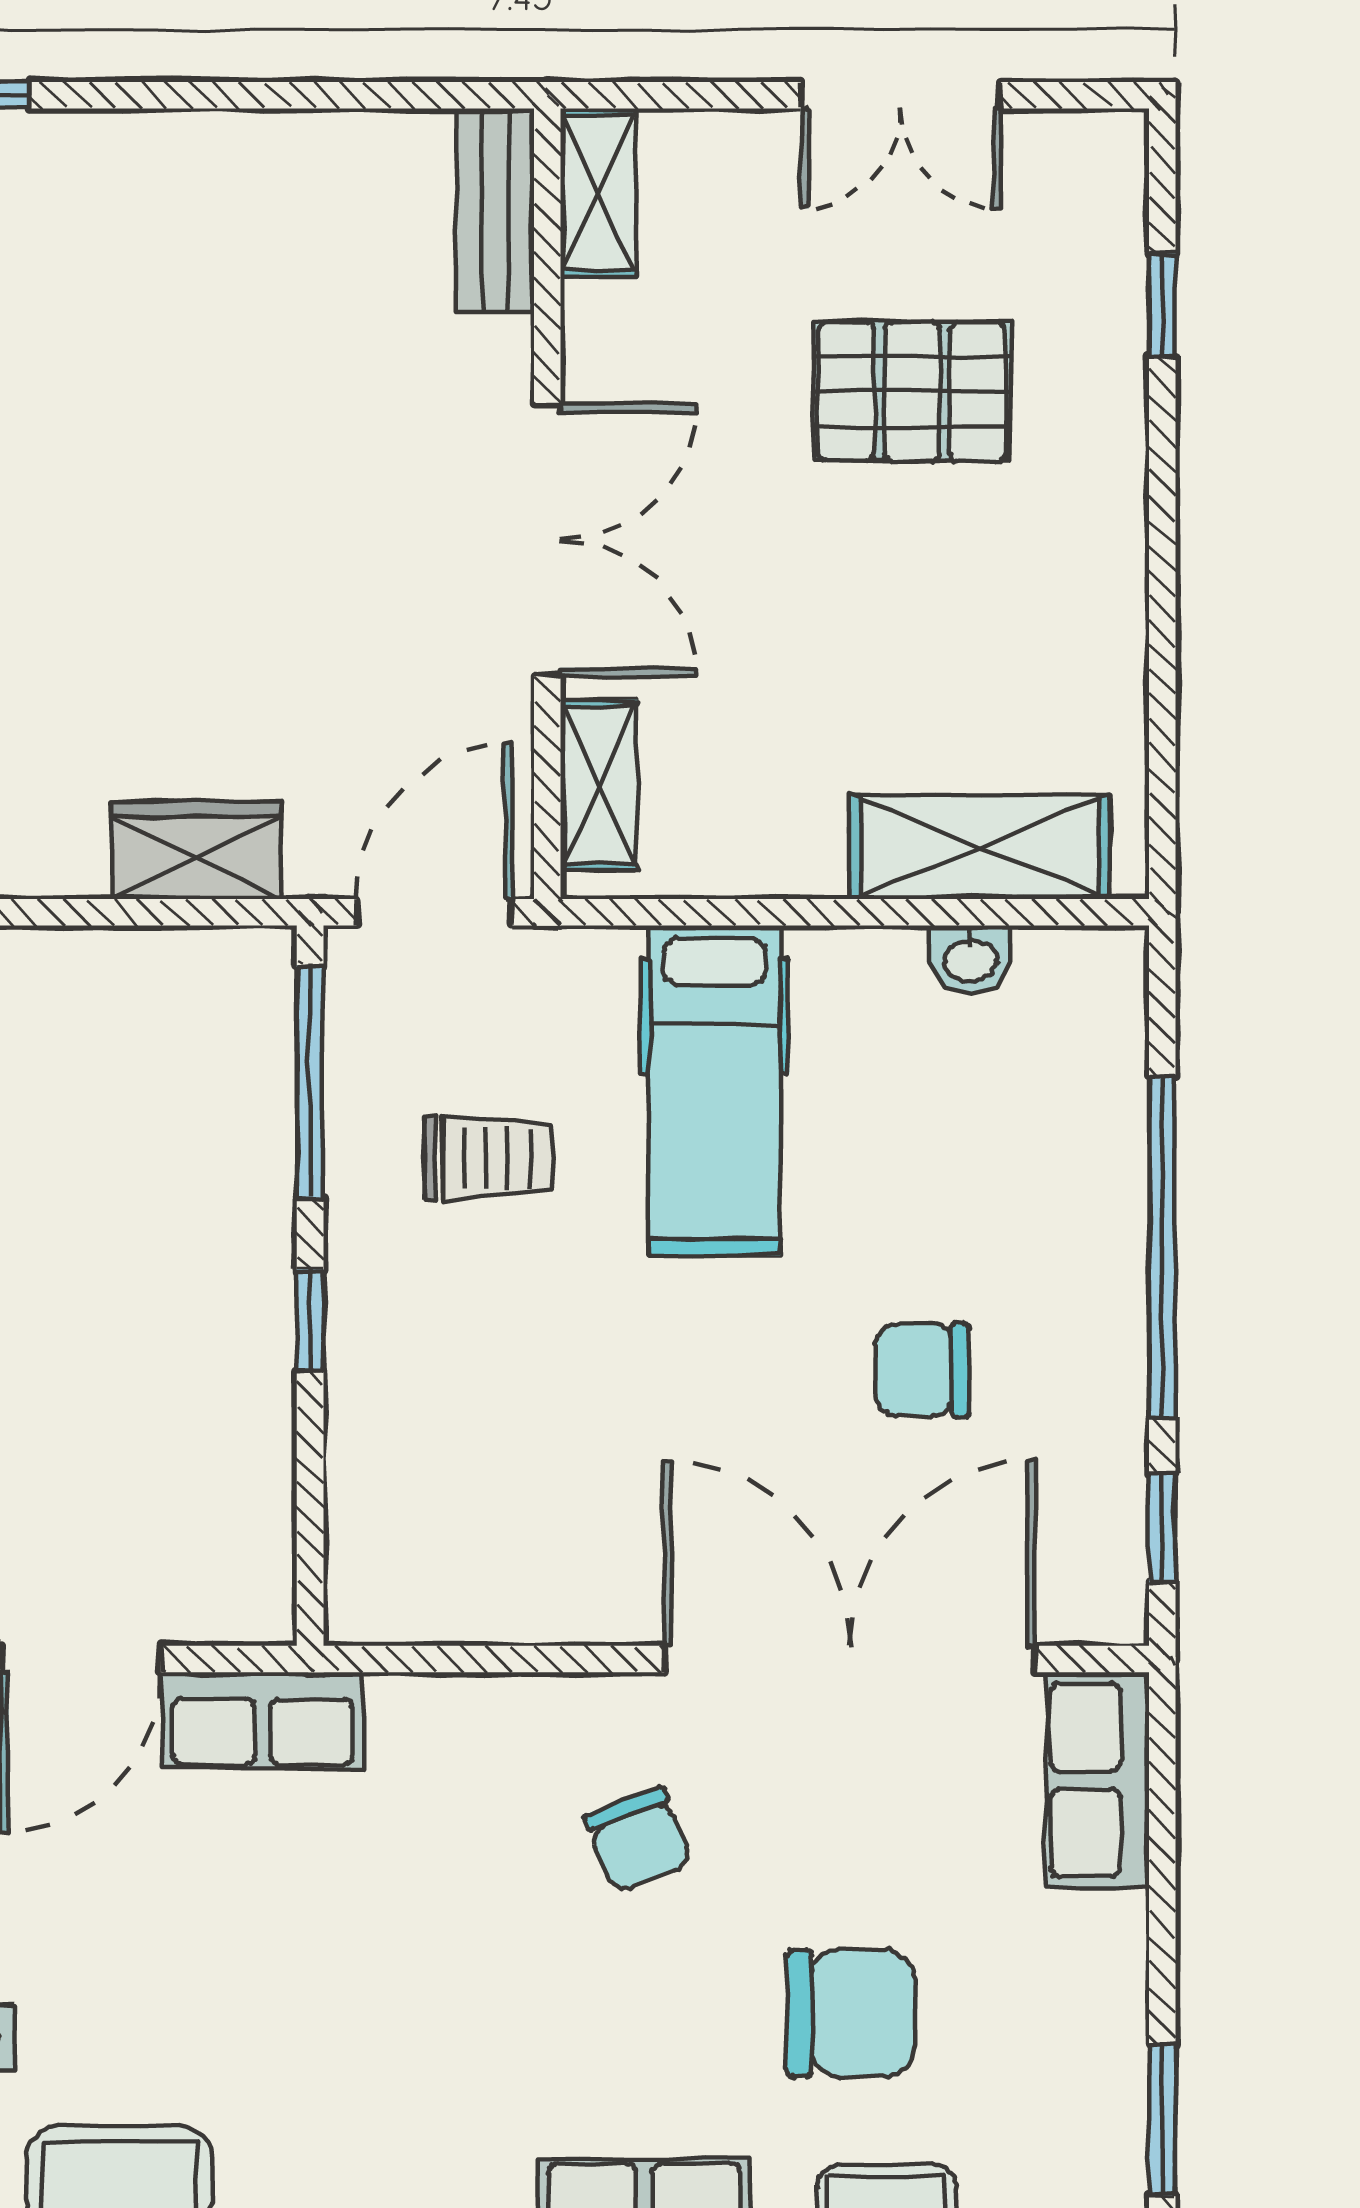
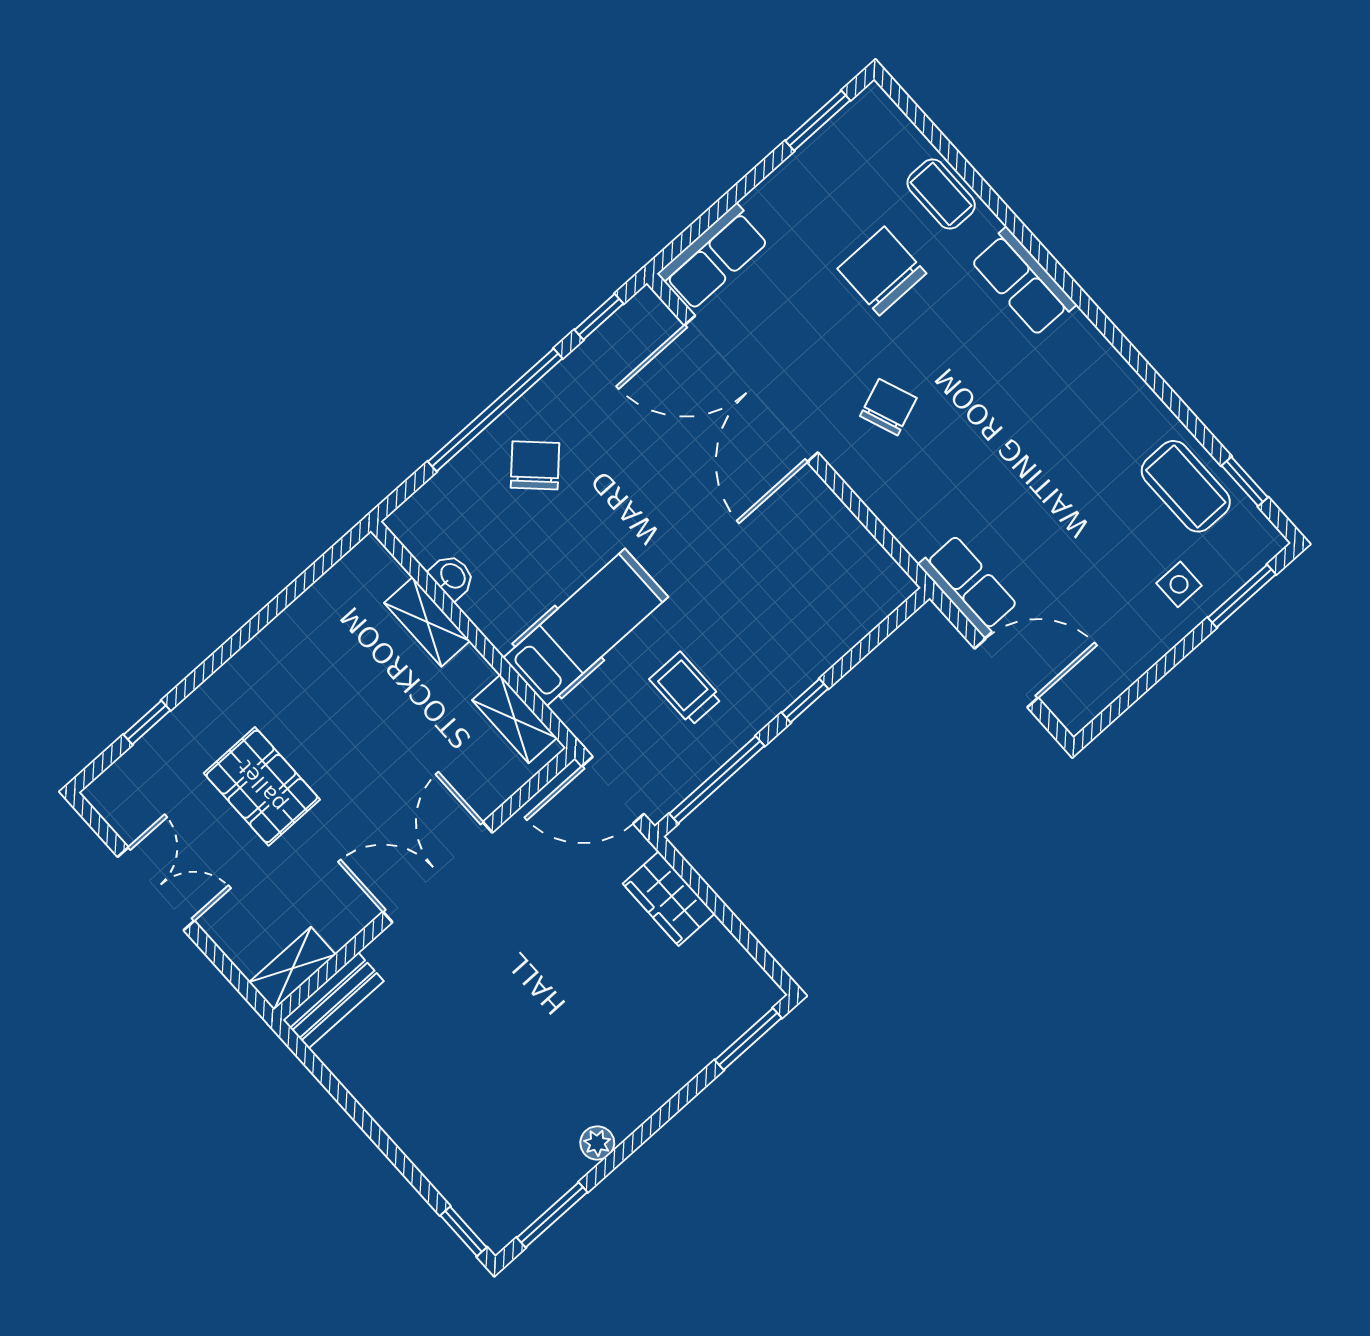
shelving: (599, 785) -> (514, 719), moved, turned 90
shelving: (979, 847) -> (427, 622), width x0.67, depth x0.75
chair: (923, 1370) -> (535, 465), moved, turned -136

